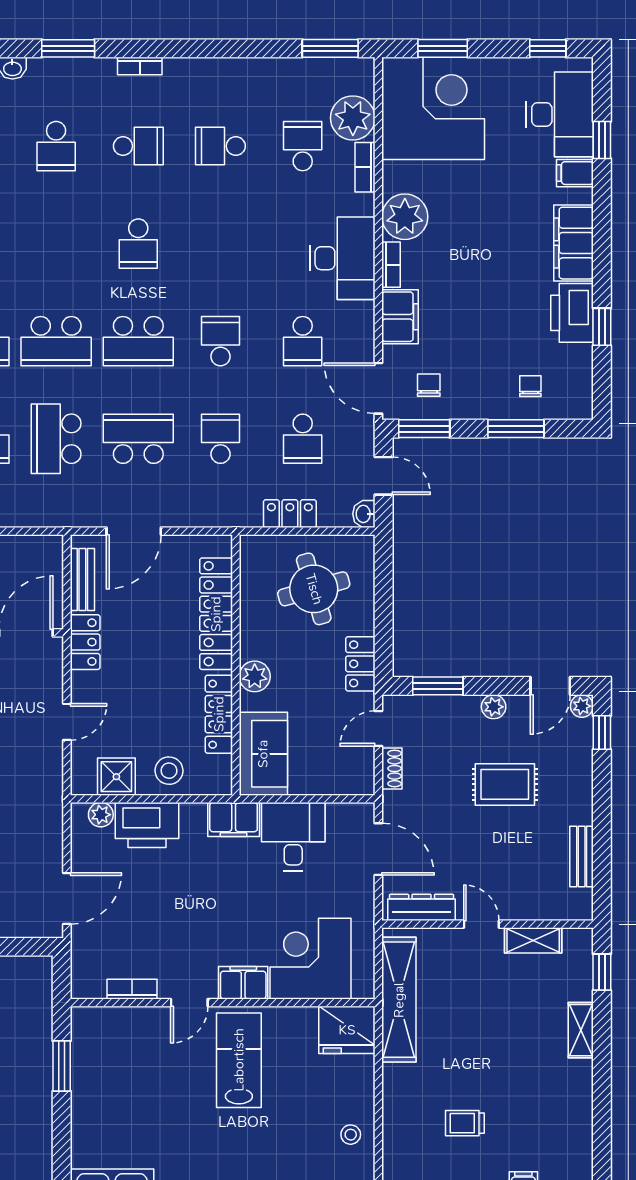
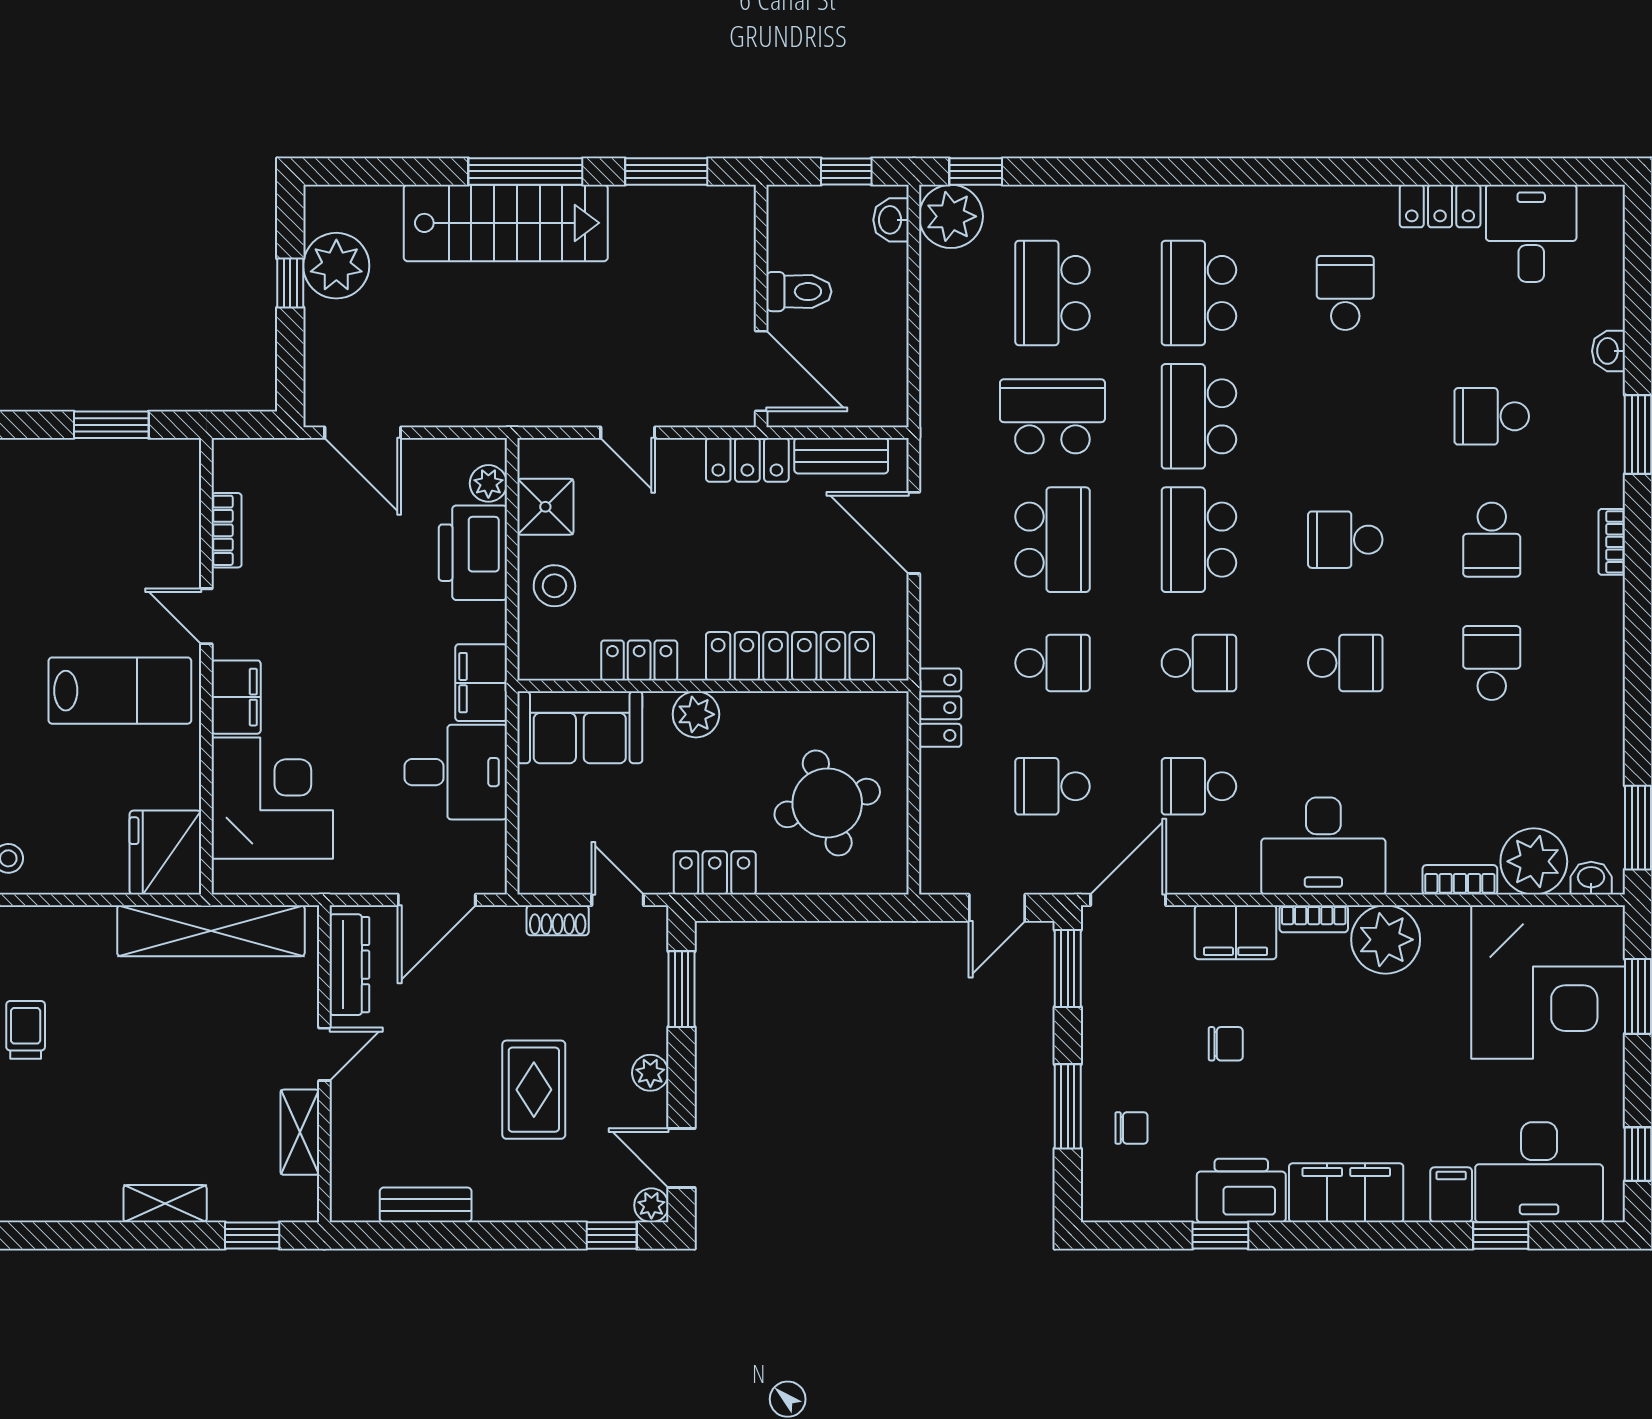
school desk: (303, 146) -> (1345, 663), moved
chair: (429, 385) -> (1226, 1044), moved
locker: (290, 514) -> (940, 708), moved
washbasin: (364, 514) -> (1591, 878), moved
locker: (219, 714) -> (639, 660), width x0.66

